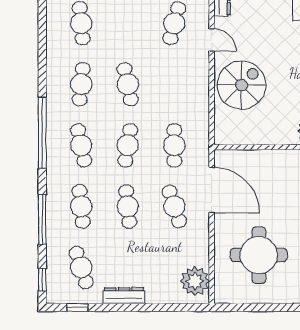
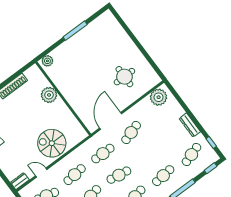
door: (212, 40) -> (41, 173), hinge flipped
cafe table: (128, 206) -> (75, 175), moved
round table: (259, 255) -> (124, 77), width x0.73, depth x0.73

